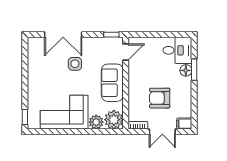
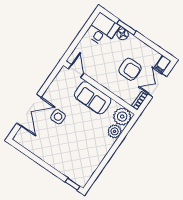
window: (111, 35) -> (55, 73), removed
armchair: (160, 98) -> (130, 69), turned -90
corner sofa: (64, 112) -> (90, 151), removed
double door: (162, 132) -> (157, 85), swing flipped

